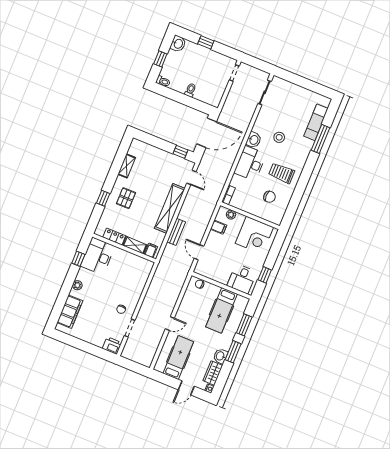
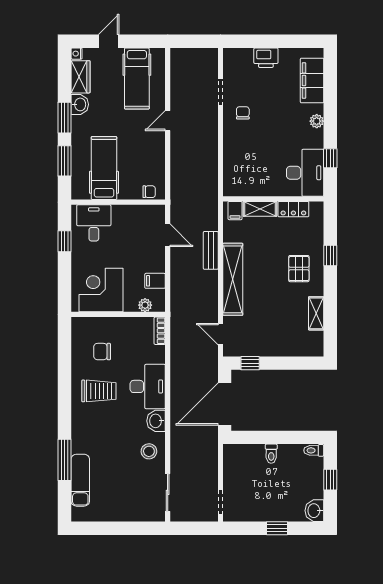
stool: (279, 137) -> (149, 451), moved
printer: (112, 346) -> (266, 58), moved

